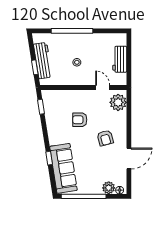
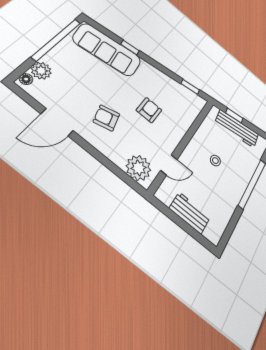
door: (129, 158) -> (57, 122), hinge flipped

